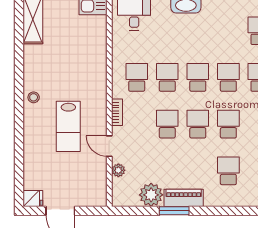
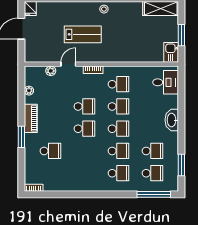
school desk: (228, 124) -> (152, 151), moved
lab bench: (68, 126) -> (83, 34), turned 180
plant: (151, 195) -> (29, 91), width x0.53, depth x0.53
window: (174, 211) -> (21, 137), moved

